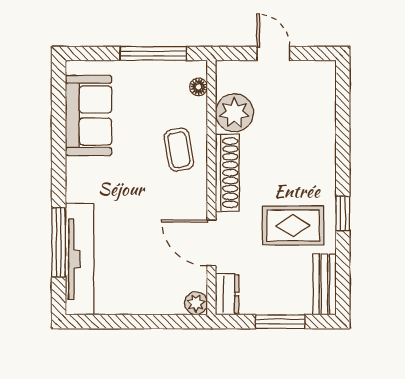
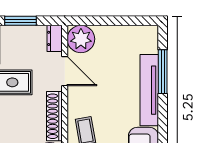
tv unit: (80, 259) -> (149, 90), moved
plant: (196, 303) -> (81, 39), width x1.88, depth x1.88

